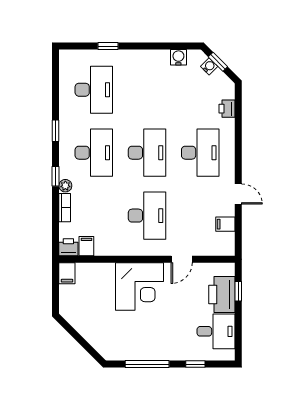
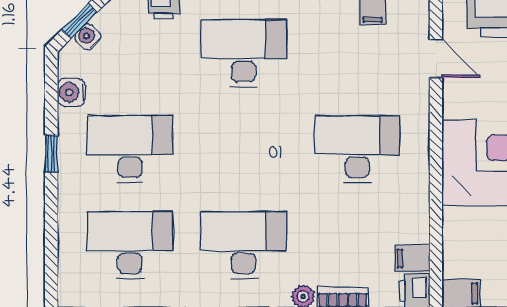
window: (108, 46) -> (51, 153), moved
desk: (147, 153) -> (130, 149), moved
door: (182, 259) -> (436, 59), moved

